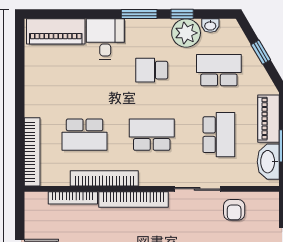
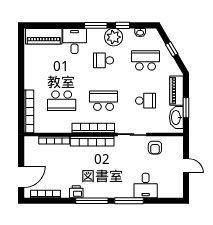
plant: (186, 33) -> (114, 37), moved
school desk: (219, 135) -> (145, 101), width x0.54
bookcase: (104, 178) -> (93, 128), moved

